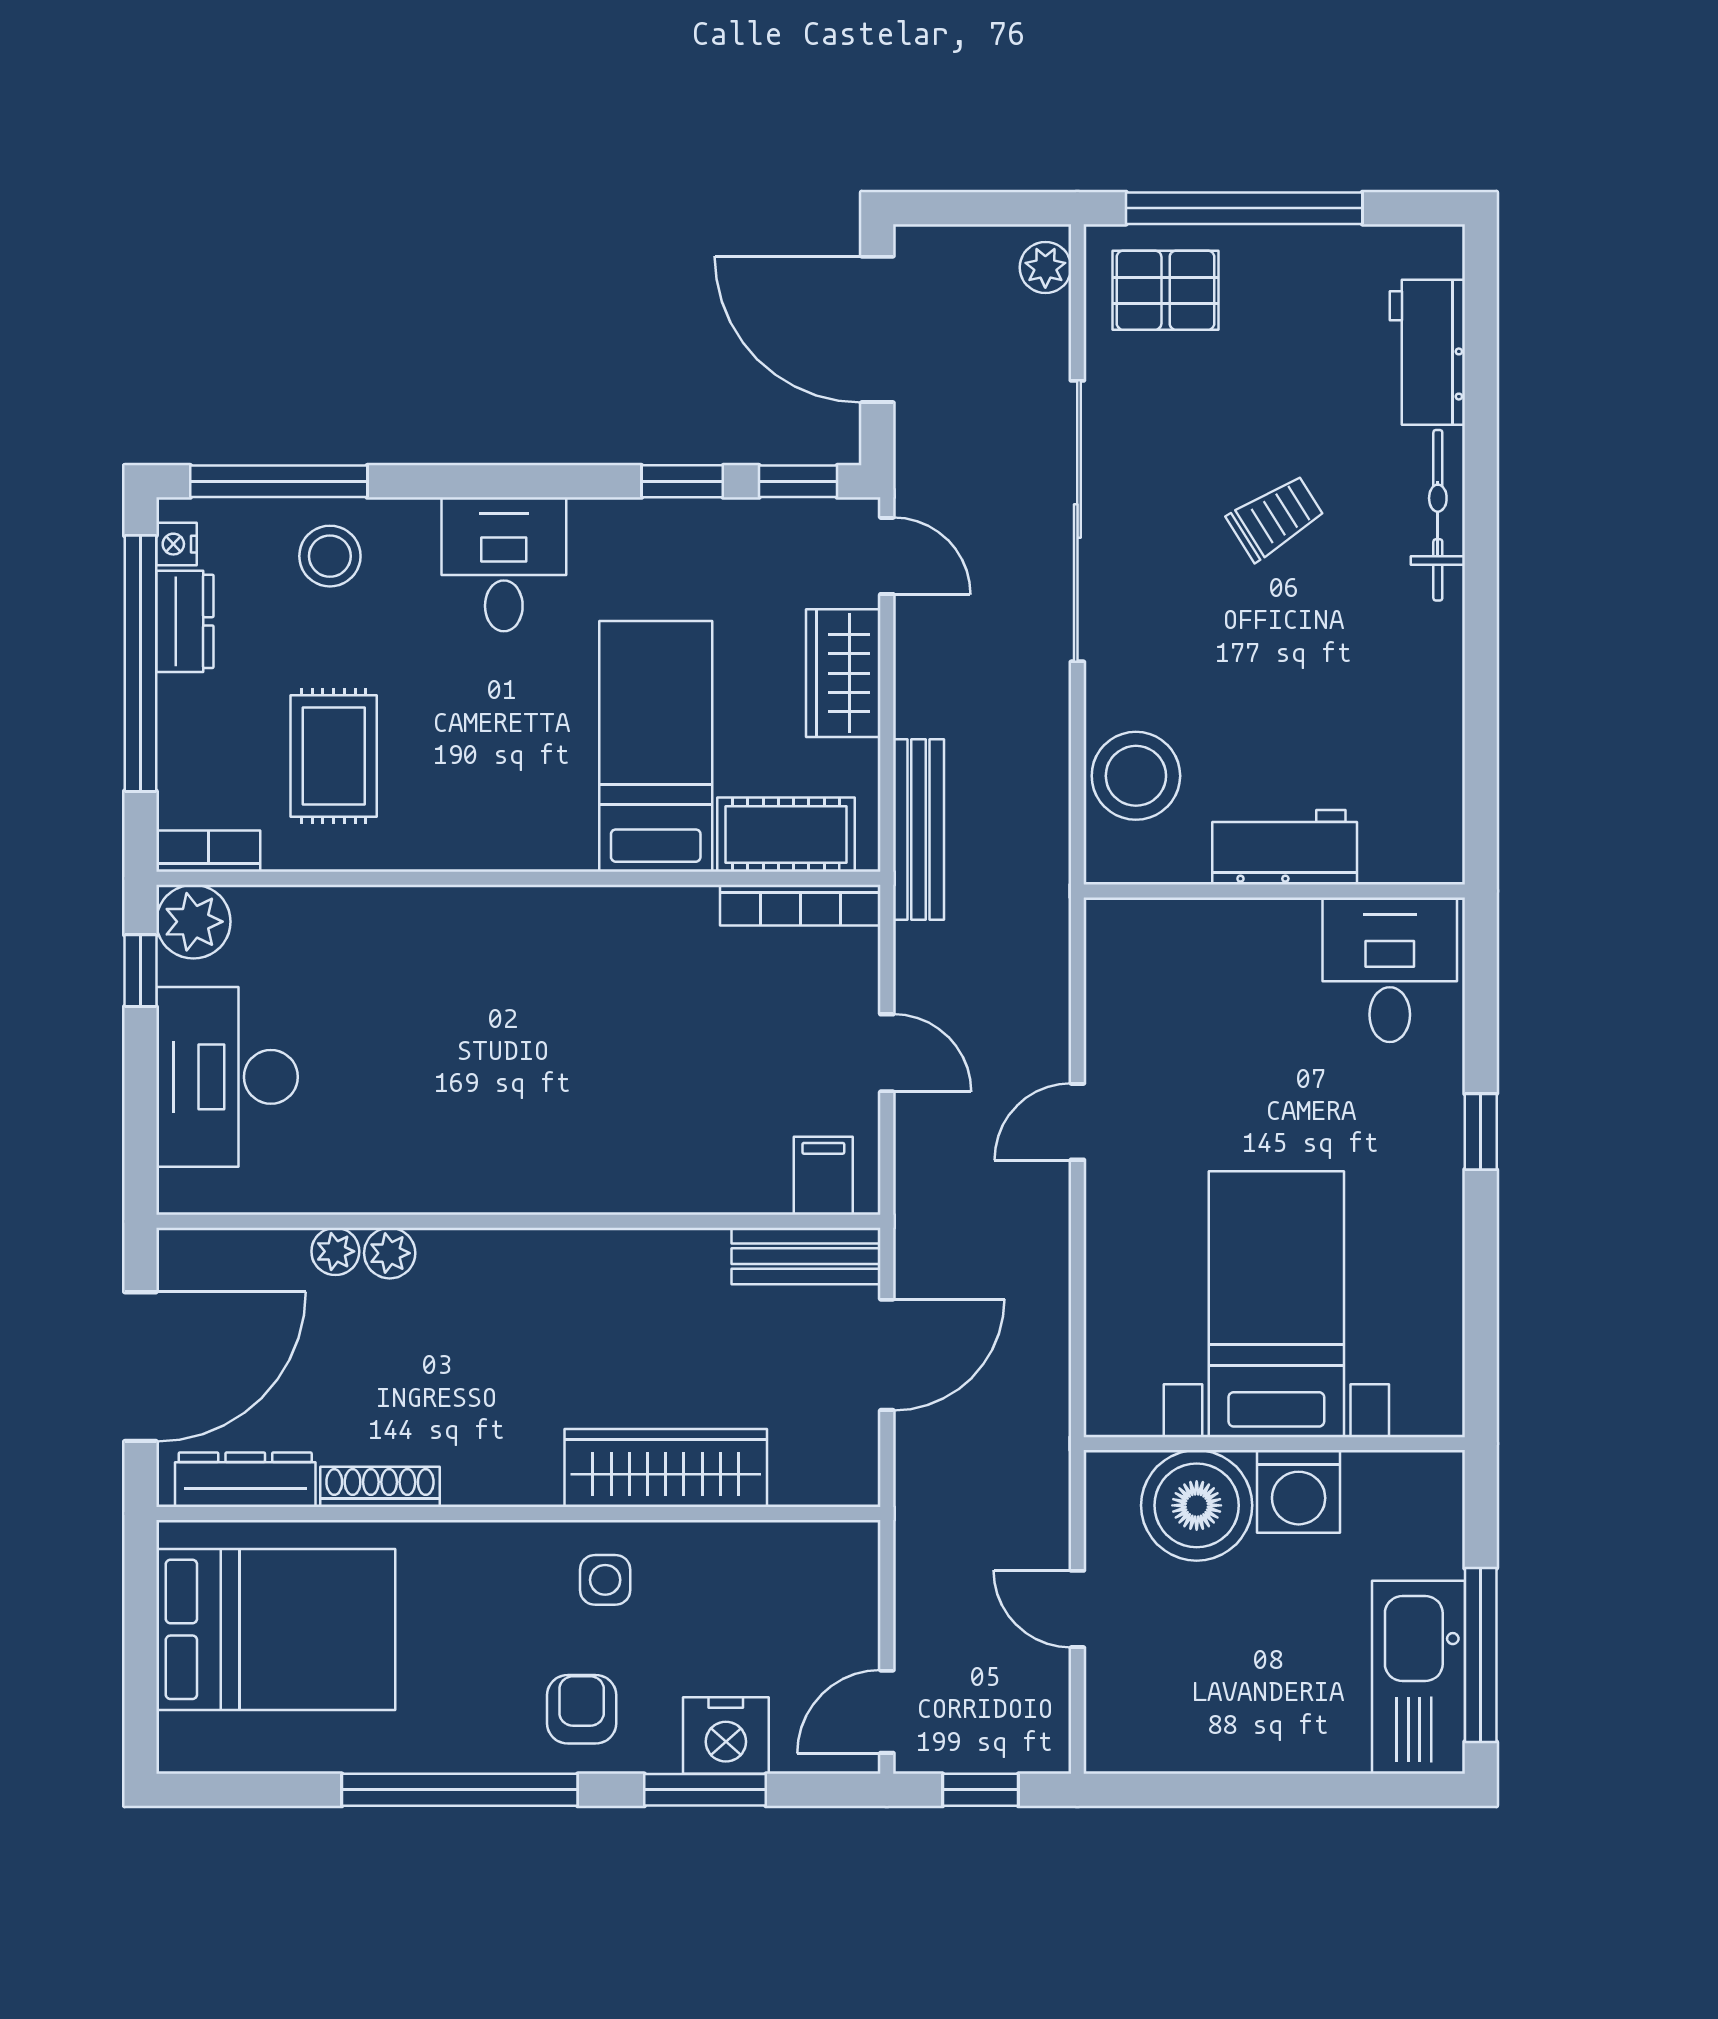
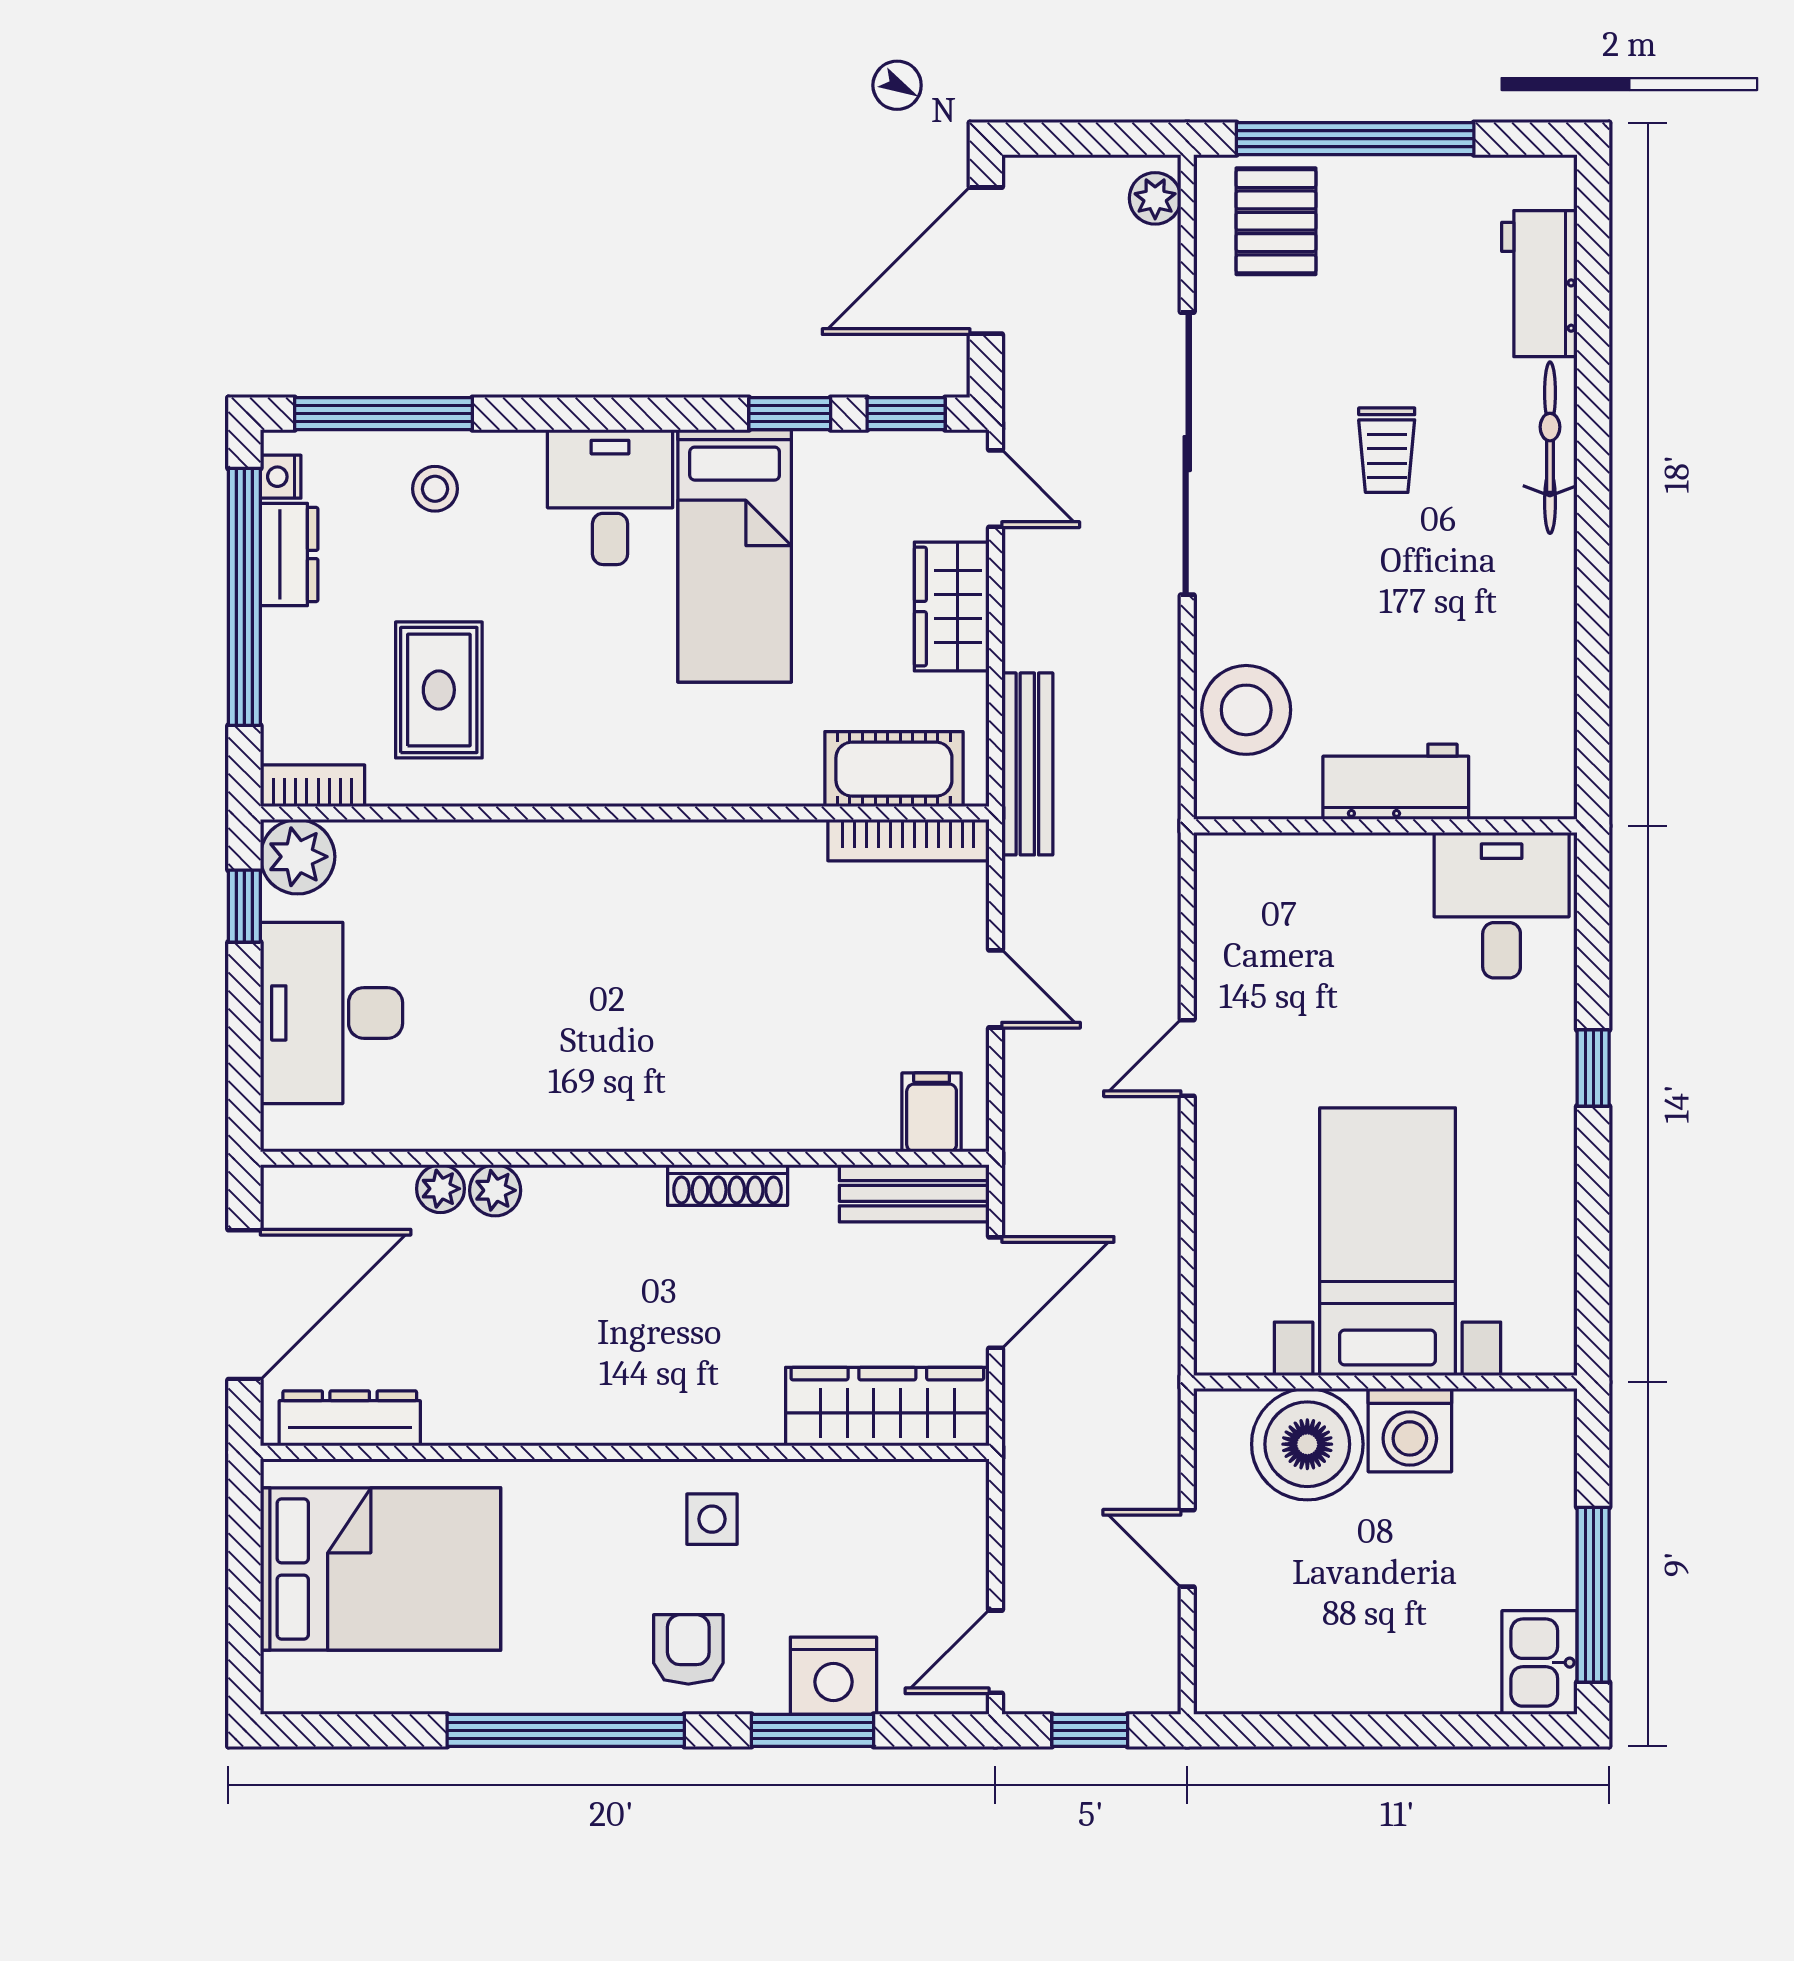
pallet: (1166, 290) -> (1276, 221), turned 90
door: (877, 329) -> (986, 261), hinge flipped
trolley: (1276, 518) -> (1387, 450), turned 122
stool: (330, 556) -> (435, 489), width x0.73, depth x0.73
bed: (656, 746) -> (735, 556), moved, turned 180
wardrobe: (666, 1468) -> (887, 1407), moved
shoe rack: (380, 1487) -> (728, 1185), moved, turned 180
kitchen sink: (1418, 1677) -> (1540, 1663), width x0.53, depth x0.81

